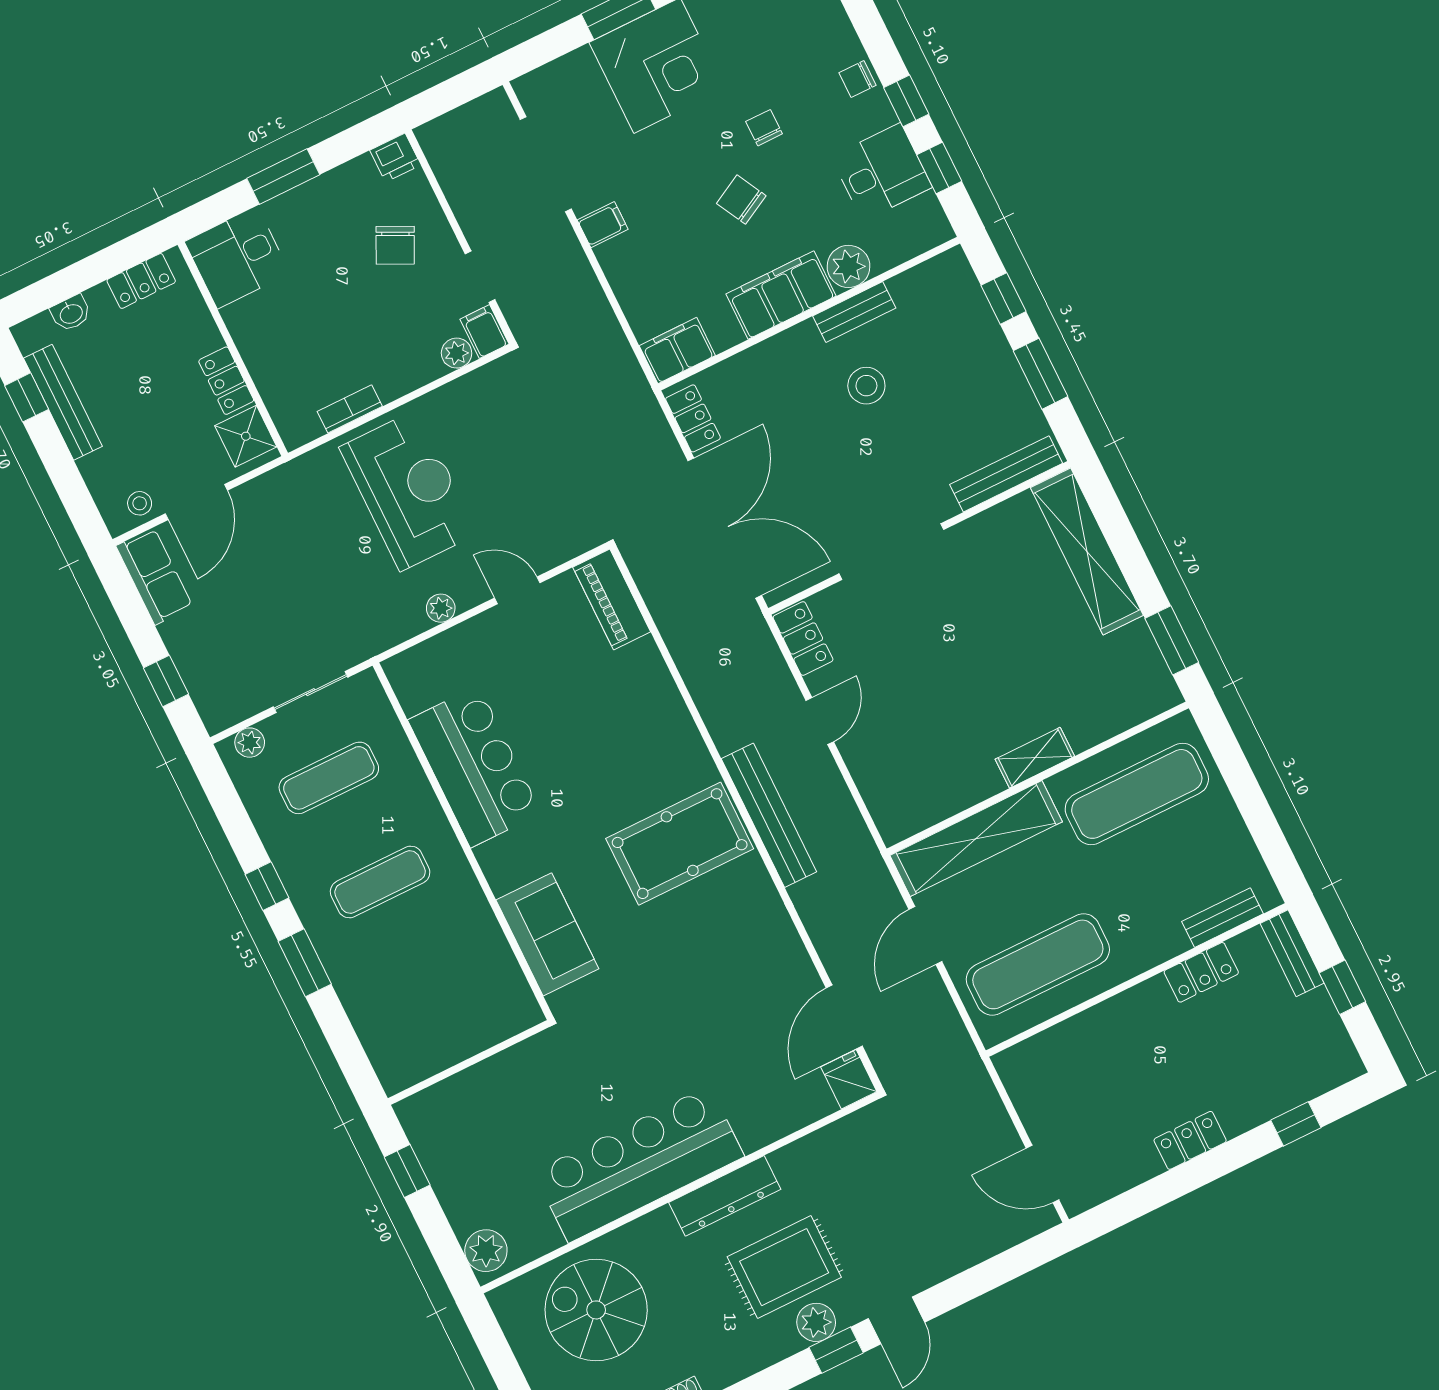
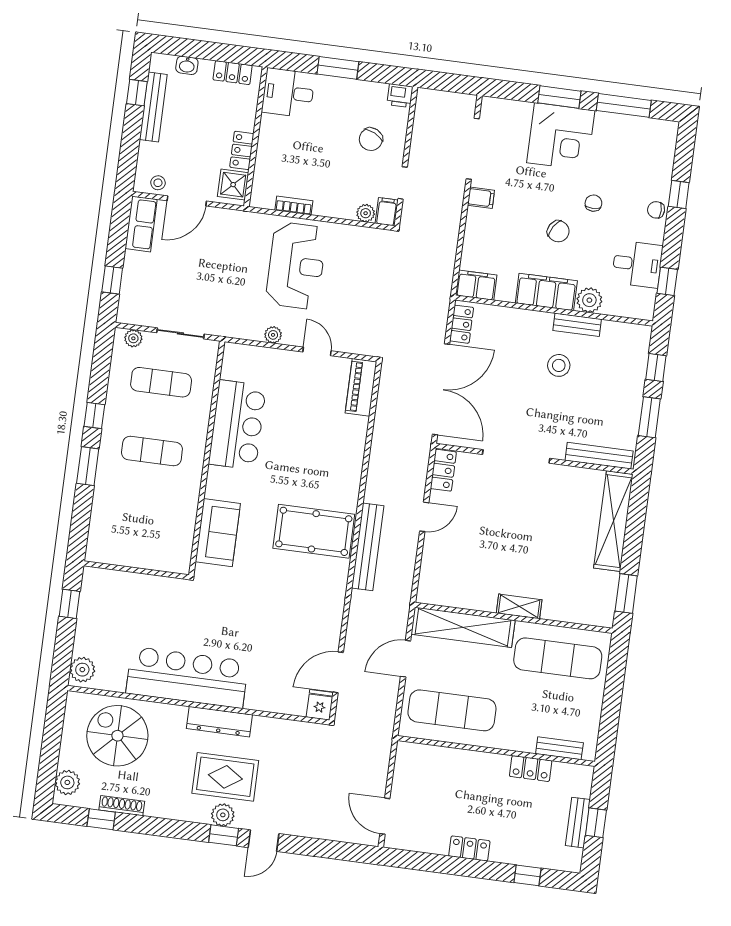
window: (906, 101) -> (679, 194), moved
chair: (741, 200) -> (558, 231), turned 150
bench: (1292, 953) -> (578, 823), moved

